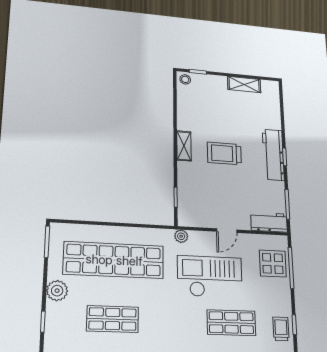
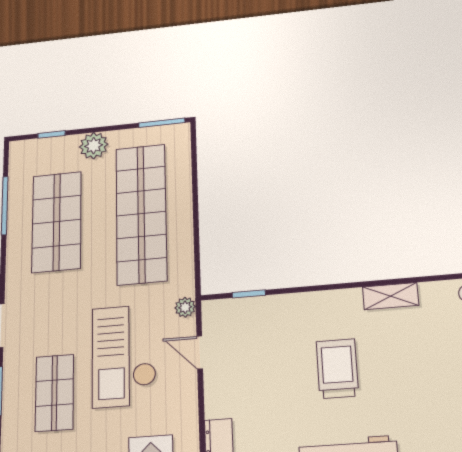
shelving: (184, 146) -> (390, 296), moved
door: (227, 231) -> (200, 352), moved
checkout: (210, 277) -> (124, 356), turned 180
shop shelf: (113, 319) -> (57, 222), width x1.43, depth x1.36

